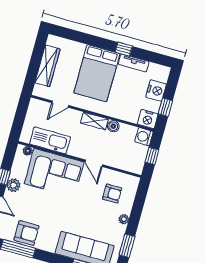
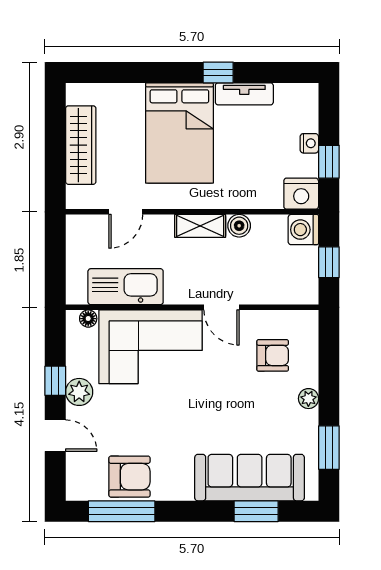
nightstand: (156, 91) -> (309, 143), width x0.53, depth x0.56

